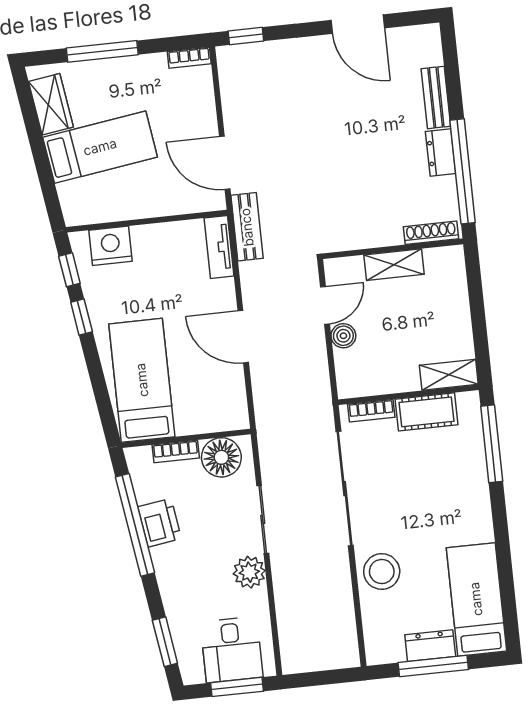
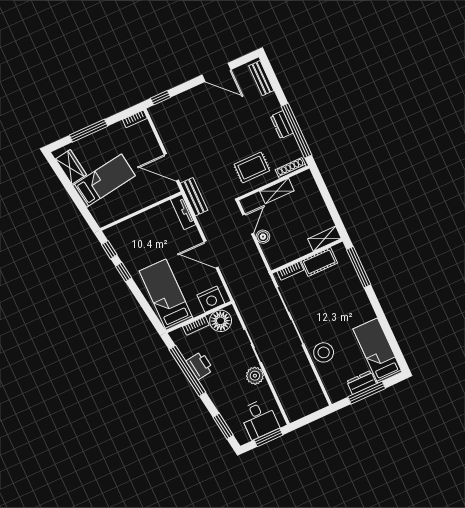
bench: (436, 97) -> (261, 78), moved
rug: (364, 210) -> (252, 168), added
nightstand: (111, 246) -> (211, 299), moved, turned 180

